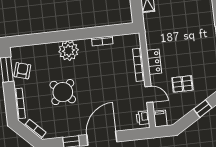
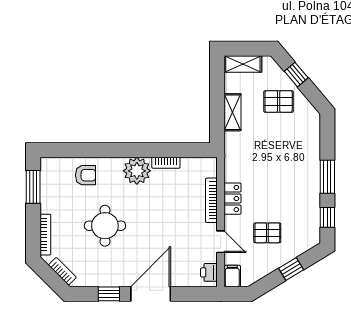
plant: (69, 51) -> (137, 171), moved
armchair: (22, 71) -> (86, 175), moved, turned 74
round table: (63, 92) -> (105, 226), turned 45

